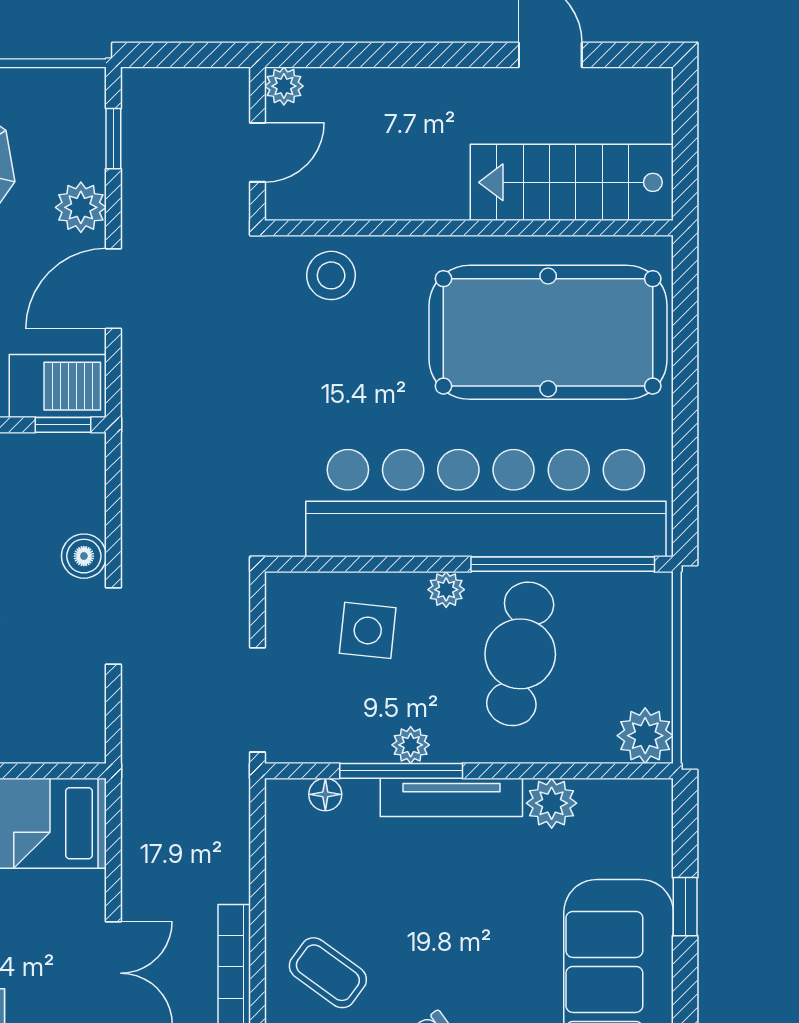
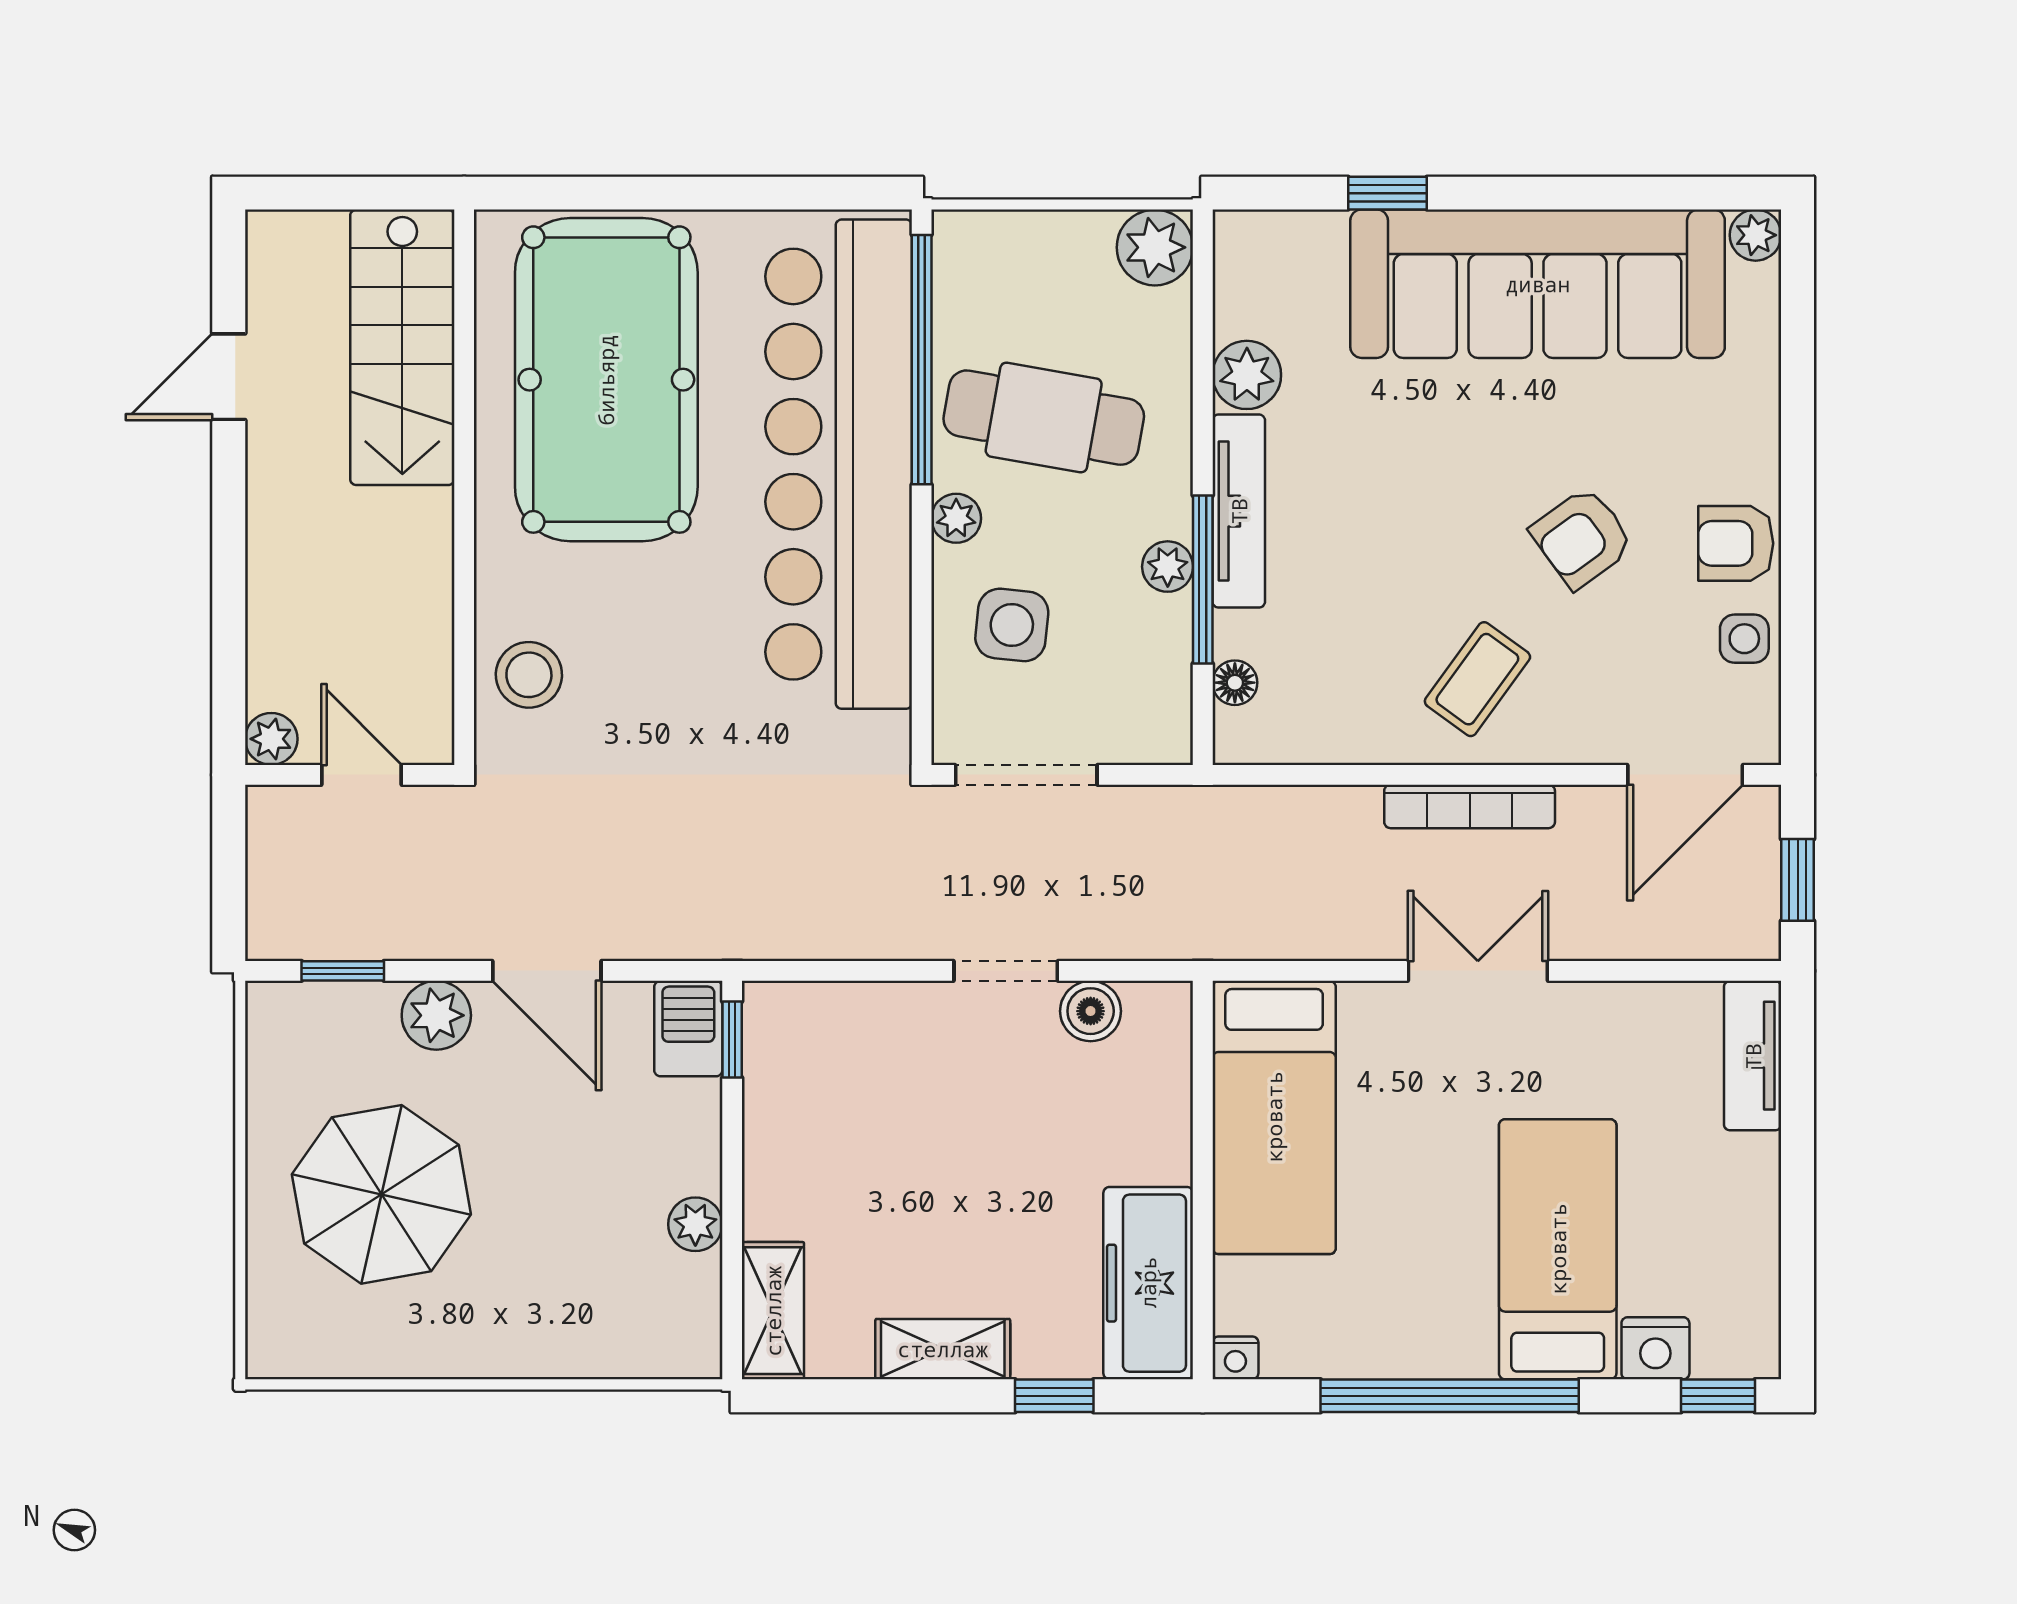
barbecue: (58, 386) -> (688, 1029), width x0.73, depth x0.79
boiler: (84, 556) -> (1091, 1011), moved
doorway: (258, 700) -> (1026, 775), moved

